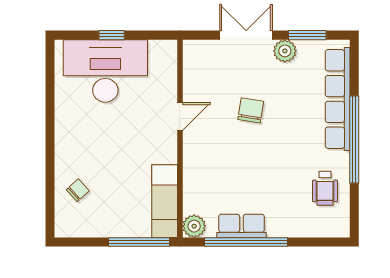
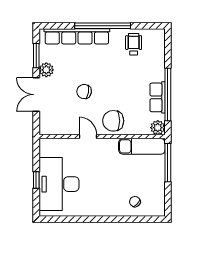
chair: (205, 156) -> (113, 121), added
wheelchair: (325, 188) -> (134, 44), turned -90

